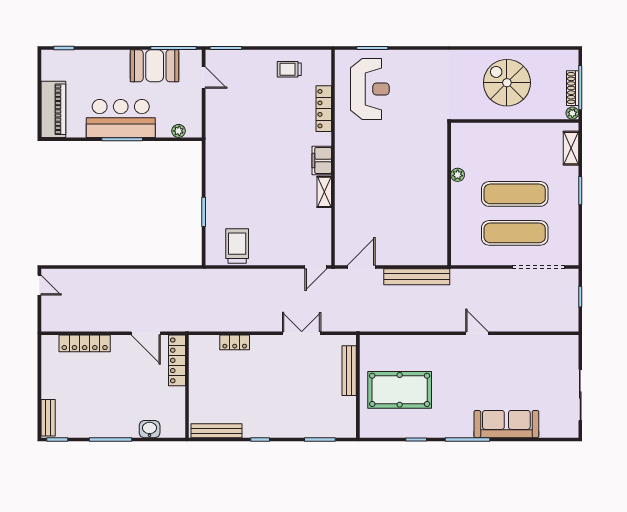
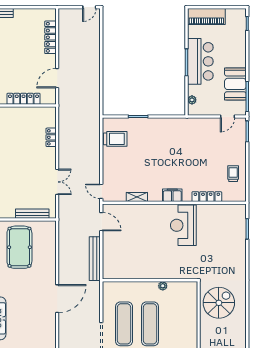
spiral stairs: (507, 83) -> (219, 303), moved
reception desk: (370, 89) -> (183, 225), moved, turned 90
shelving: (324, 192) -> (137, 197), moved
door: (477, 333) -> (57, 299), width x1.87
locker: (177, 360) -> (24, 99), moved

